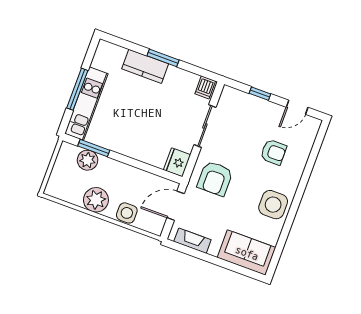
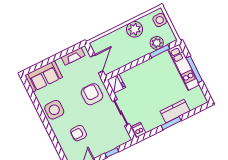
side table: (127, 213) -> (160, 20), moved

